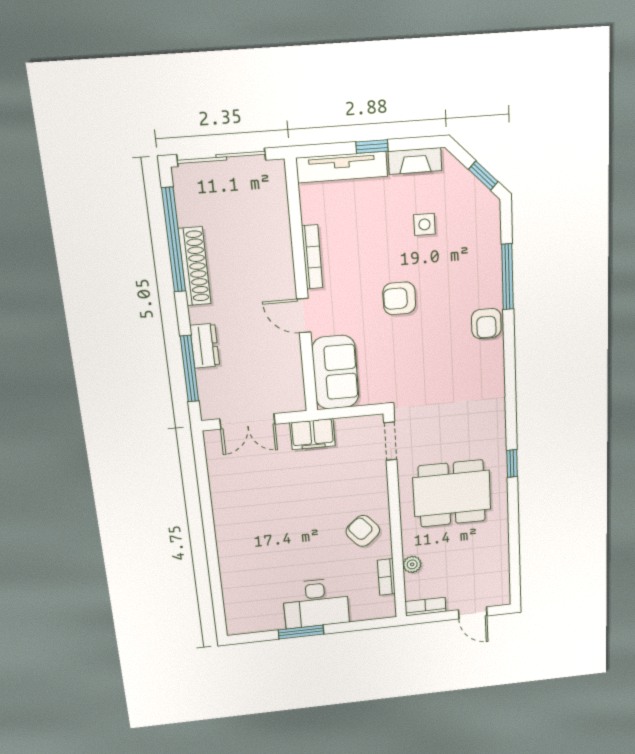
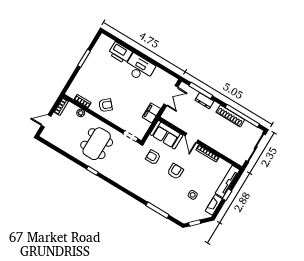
door: (304, 316) -> (192, 138), swing flipped
armchair: (486, 324) -> (153, 157), moved
double door: (247, 421) -> (171, 96), swing flipped
printer: (238, 577) -> (120, 53), added
desk: (316, 603) -> (139, 68), moved, turned 90

